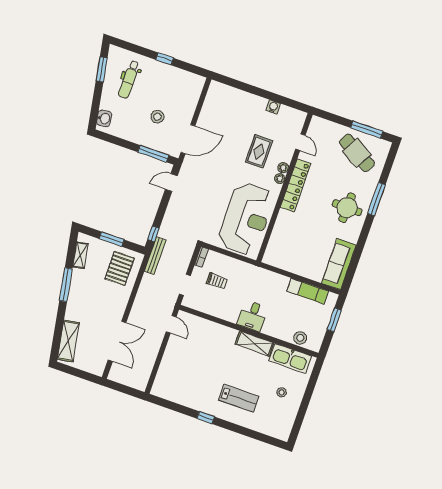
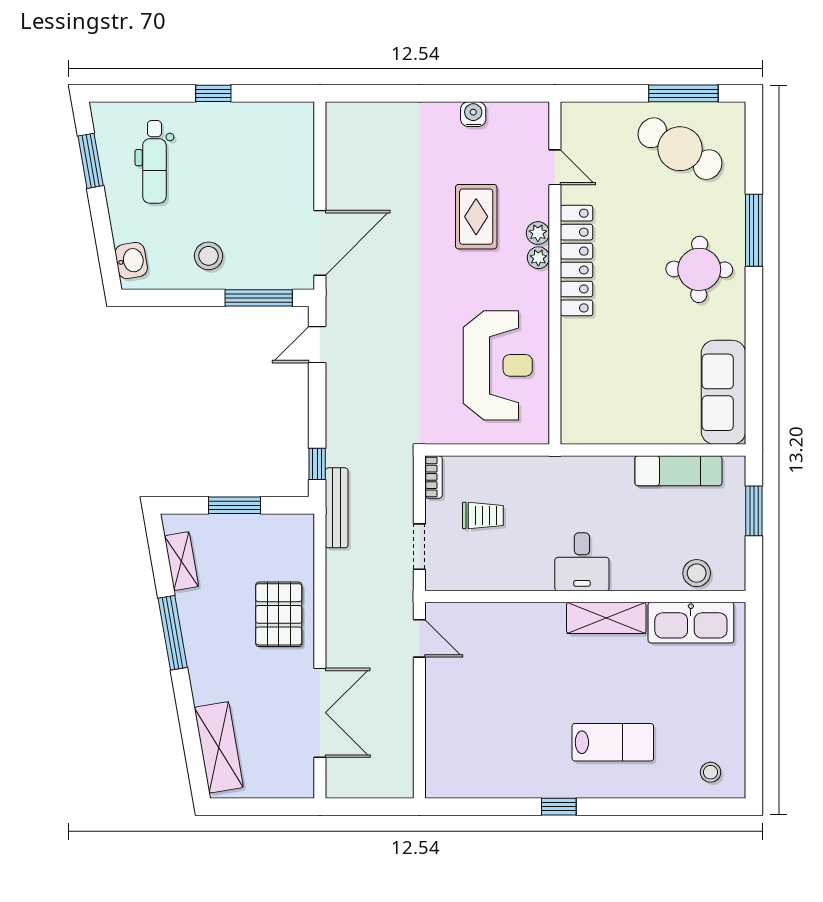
stool: (157, 117) -> (209, 256), moved
reception desk: (246, 219) -> (498, 365), width x0.74, depth x0.77
pallet: (120, 268) -> (279, 614), moved
stool: (282, 392) -> (711, 772), moved

